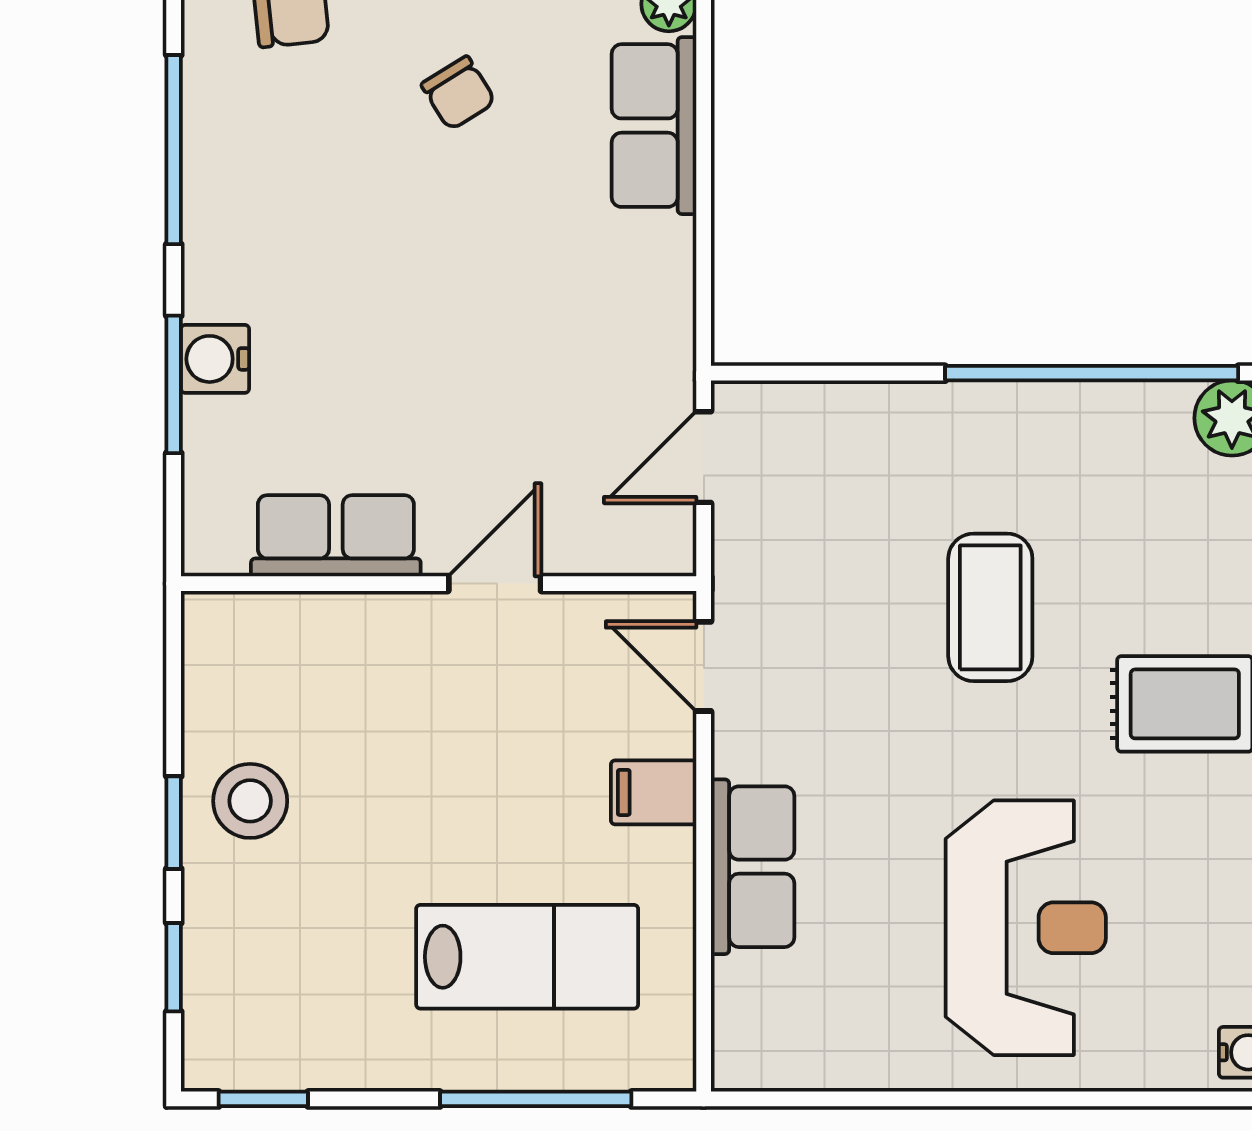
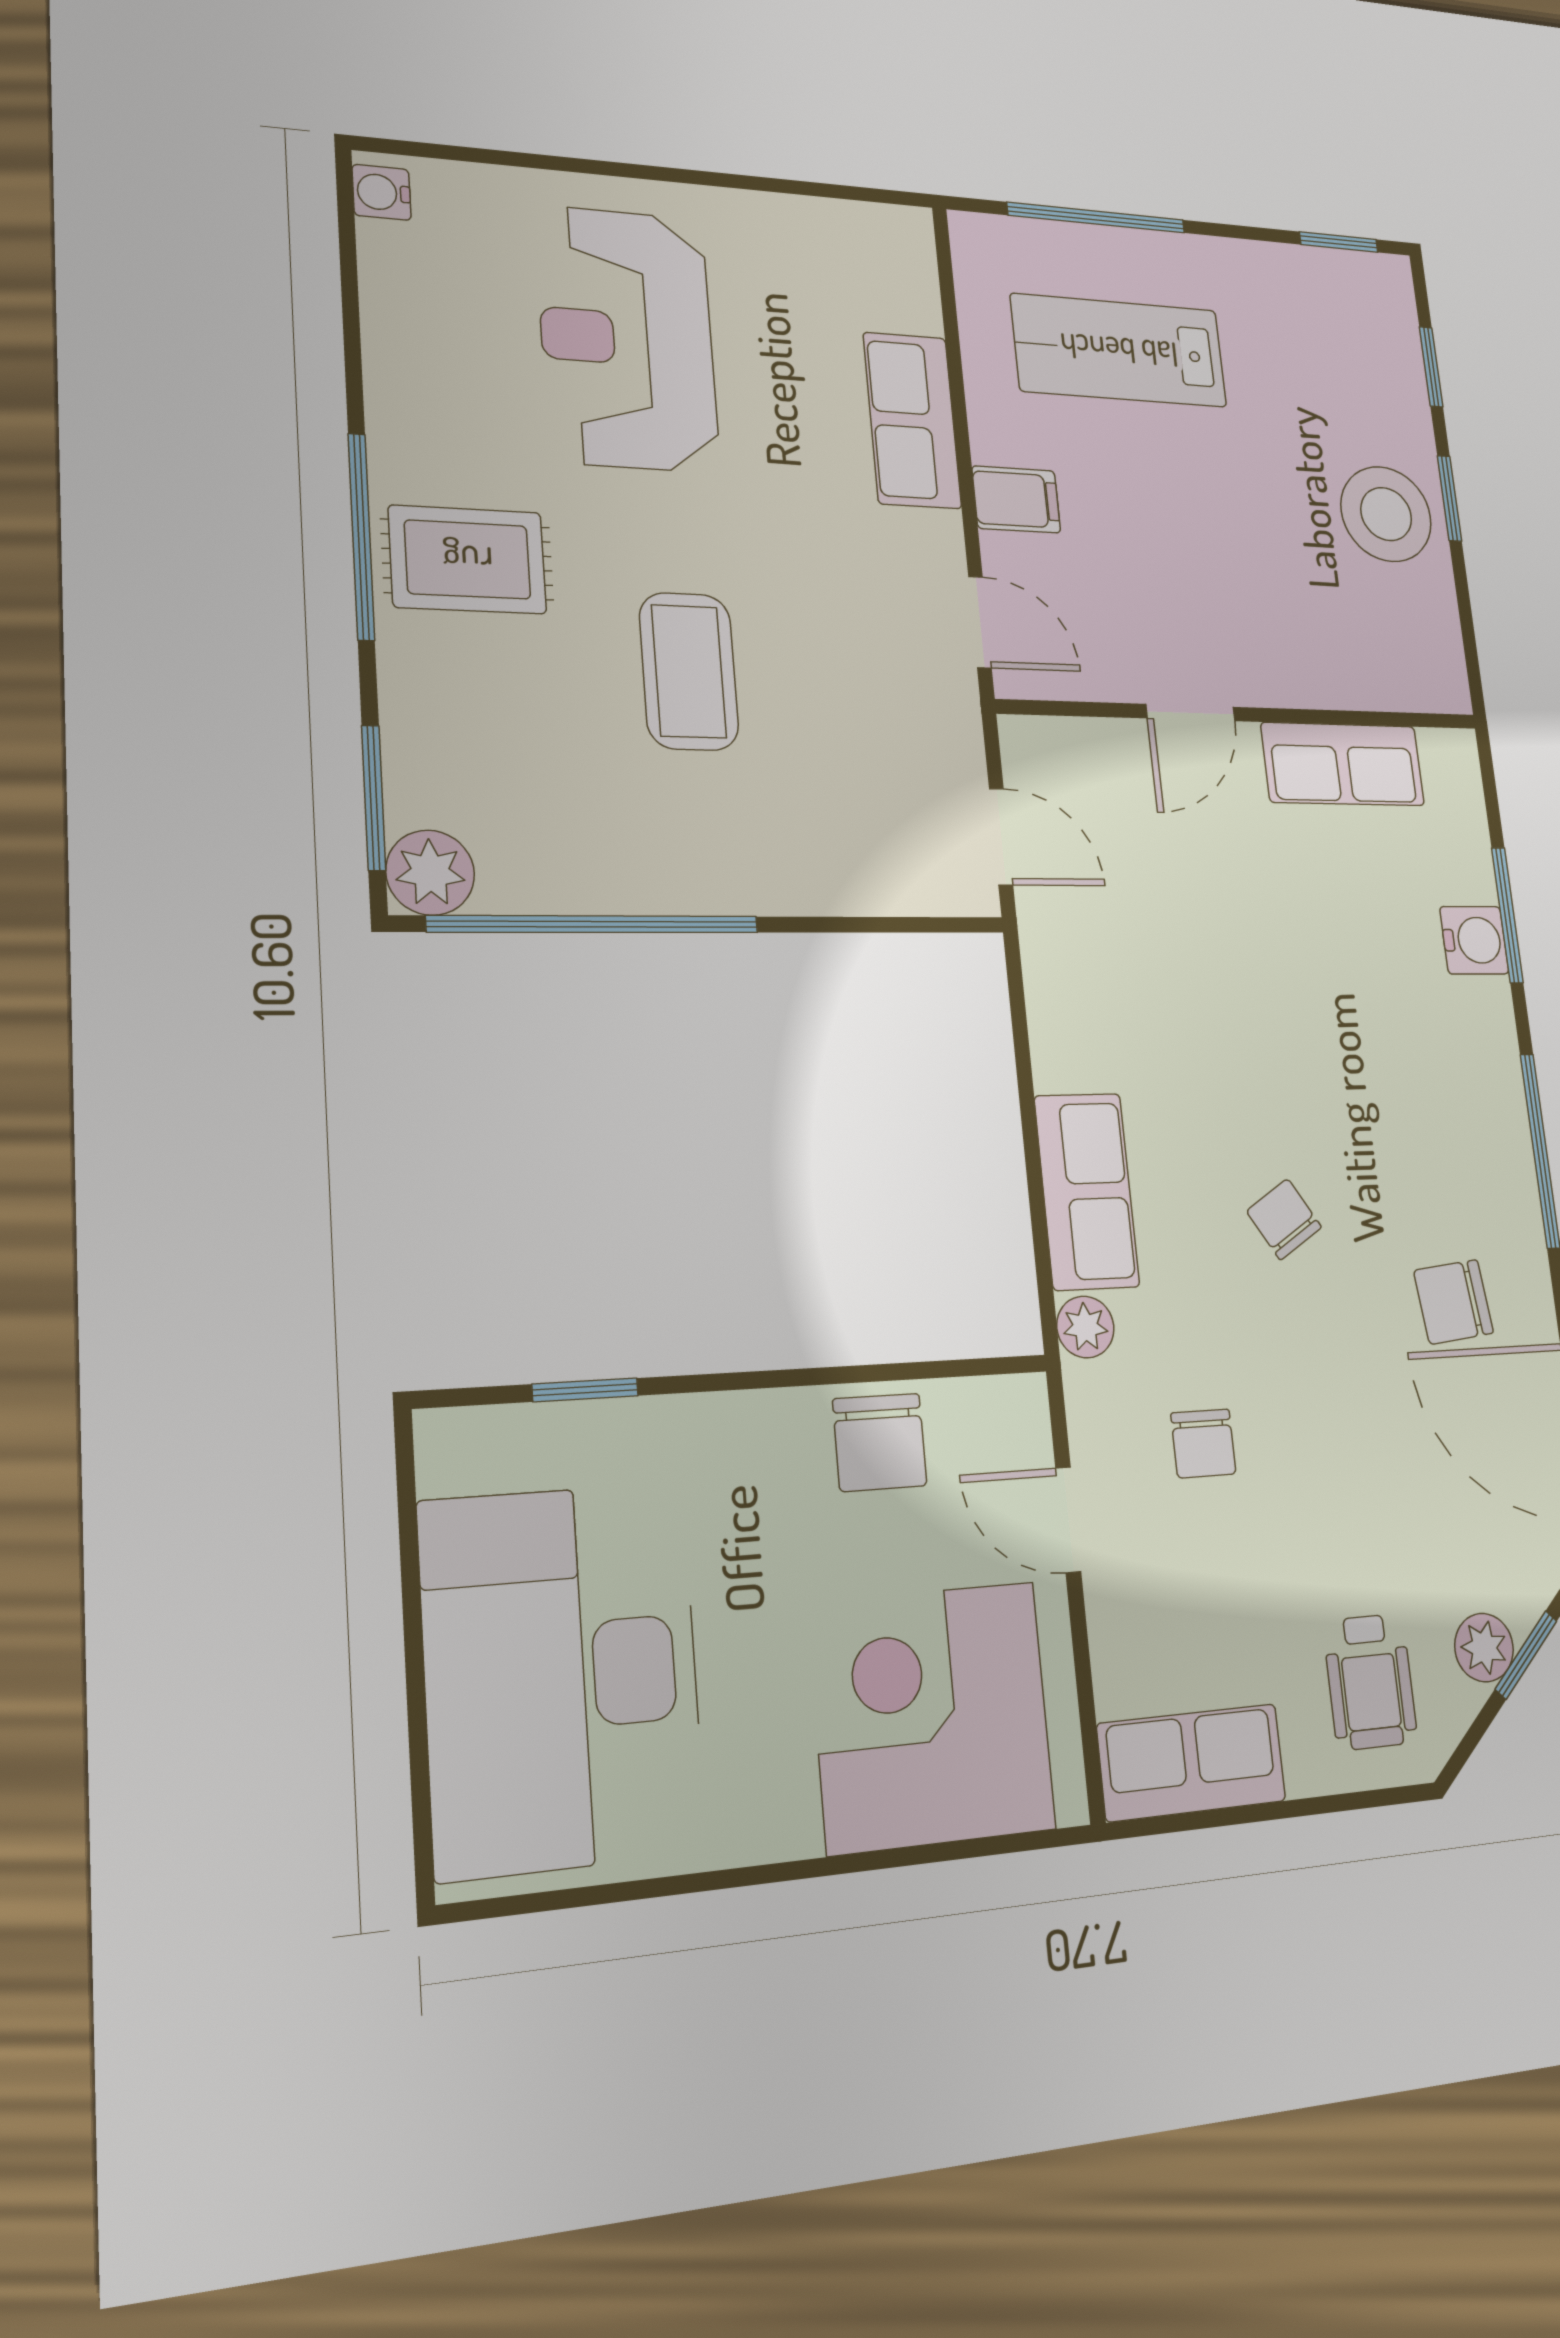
door: (704, 457) -> (1001, 837), hinge flipped
stool: (250, 801) -> (1386, 514), width x1.38, depth x1.38

